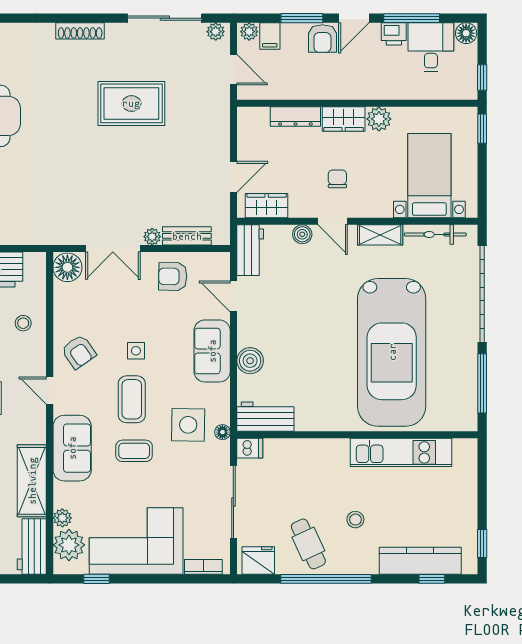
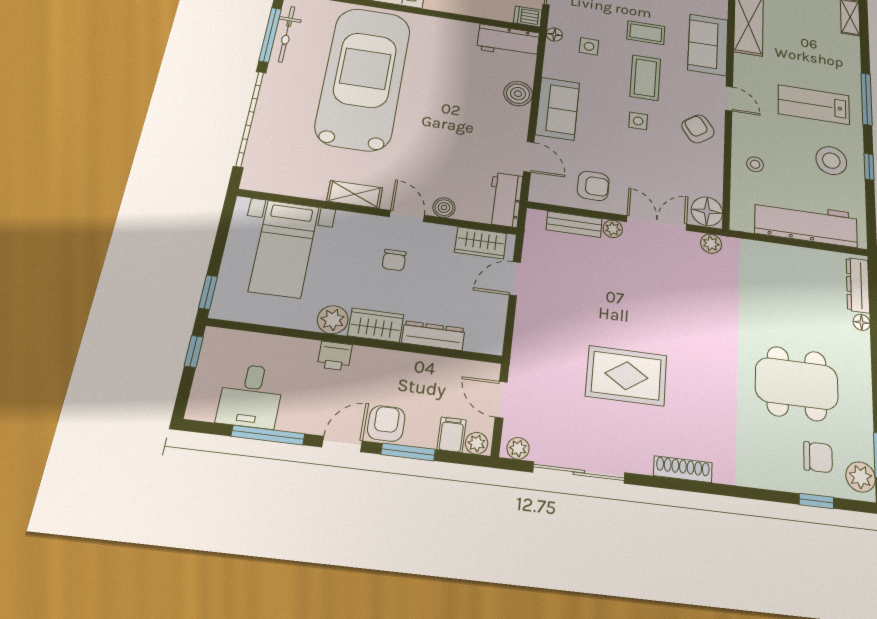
floor lamp: (466, 33) -> (202, 408), removed
printer: (394, 34) -> (335, 356), moved, turned 180
bicycle: (435, 235) -> (287, 34), moved, turned 90
plant: (63, 236) -> (711, 244), added
side table: (188, 425) -> (589, 46), width x0.54, depth x0.54

